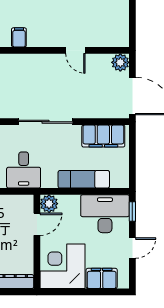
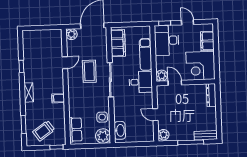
coffee table: (60, 89) -> (89, 71), added
desk: (24, 170) -> (141, 82), moved

